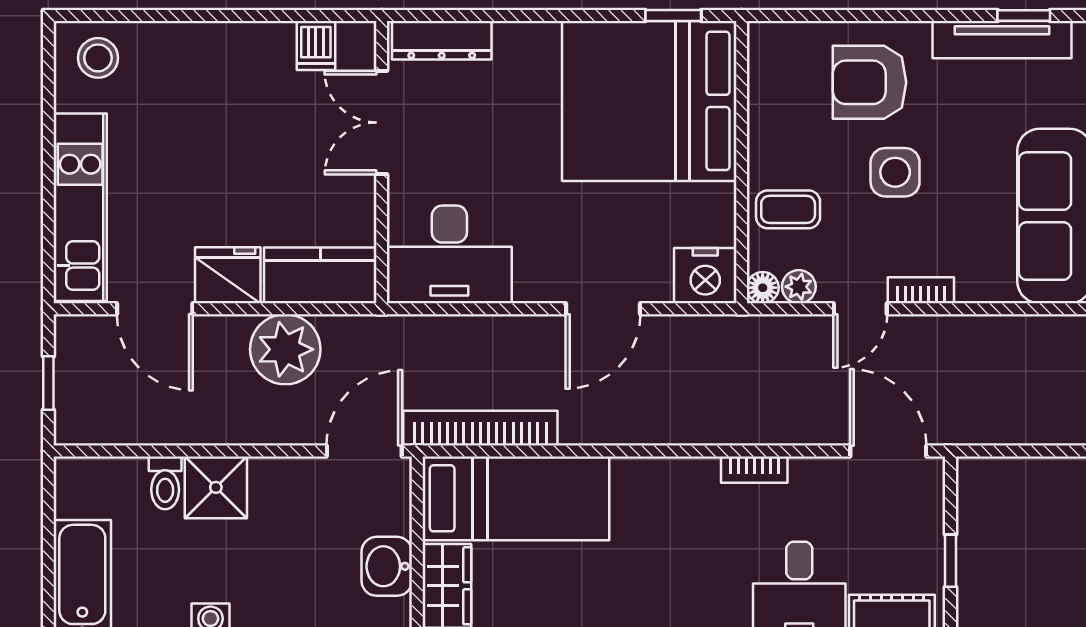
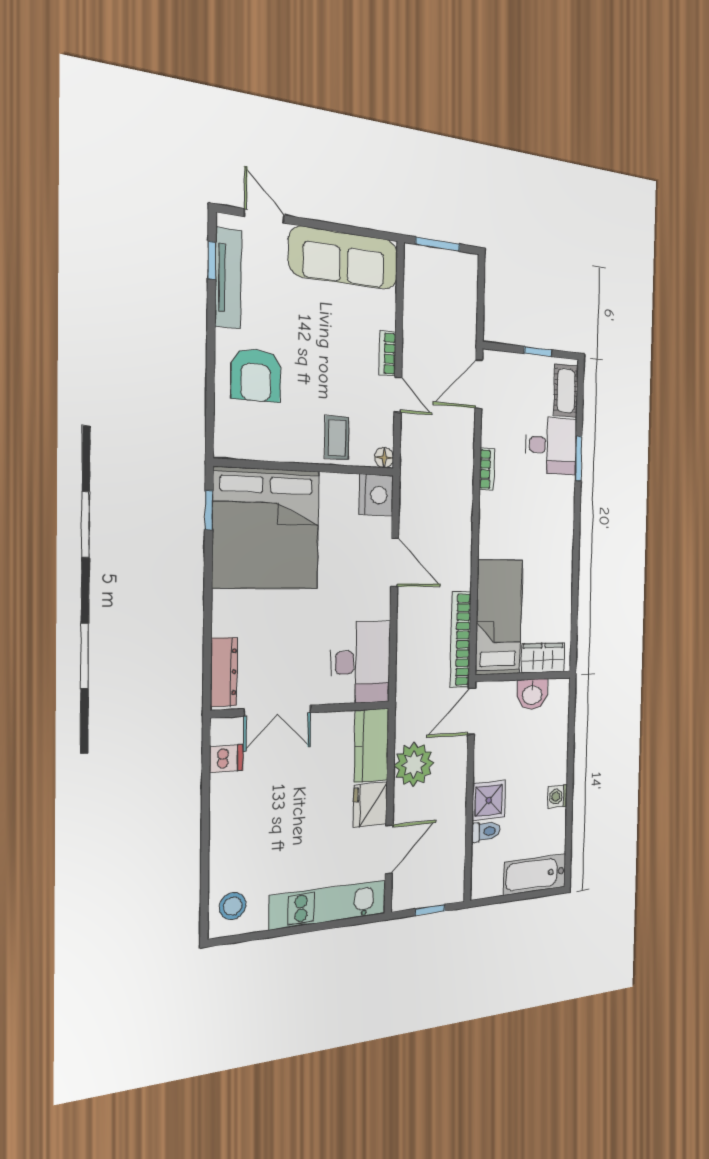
side table: (895, 172) -> (315, 363), removed
plant: (799, 287) -> (384, 434), removed
door: (364, 451) -> (471, 711), hinge flipped

